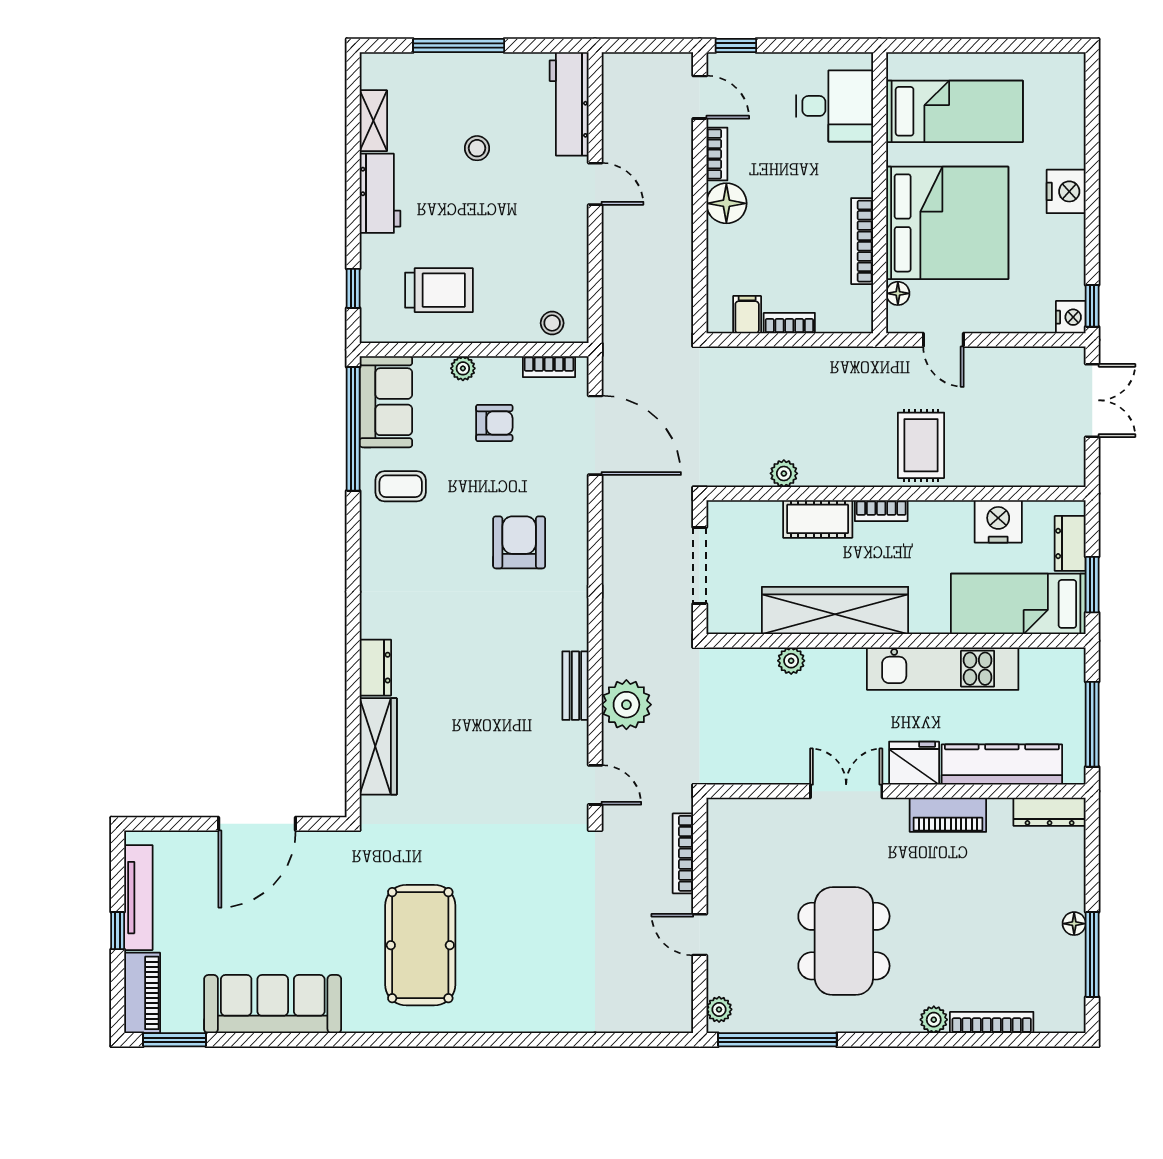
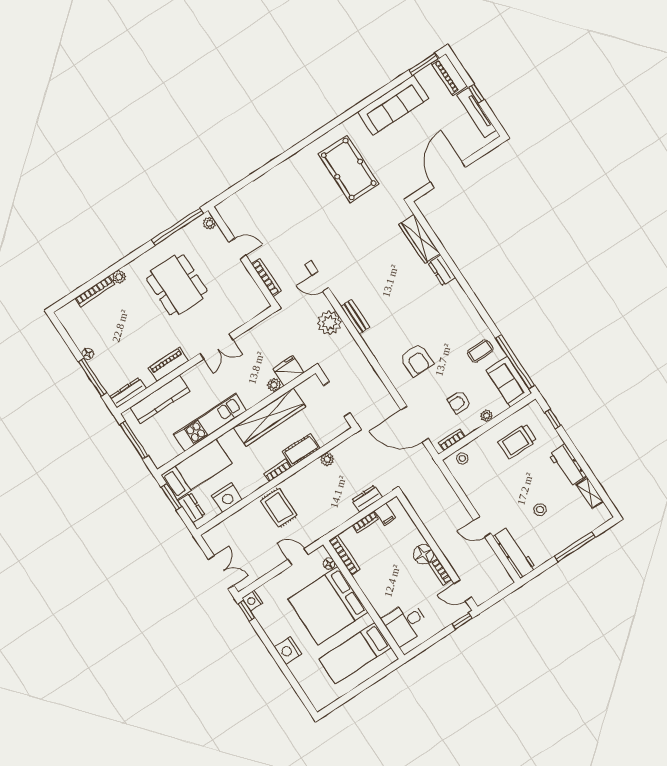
bookcase: (862, 241) -> (345, 555), moved
dresser: (760, 362) -> (367, 499), added
double door: (1092, 400) -> (221, 572), swing flipped
fridge: (914, 763) -> (288, 371), moved, turned 180
window: (1092, 955) -> (92, 377), moved

